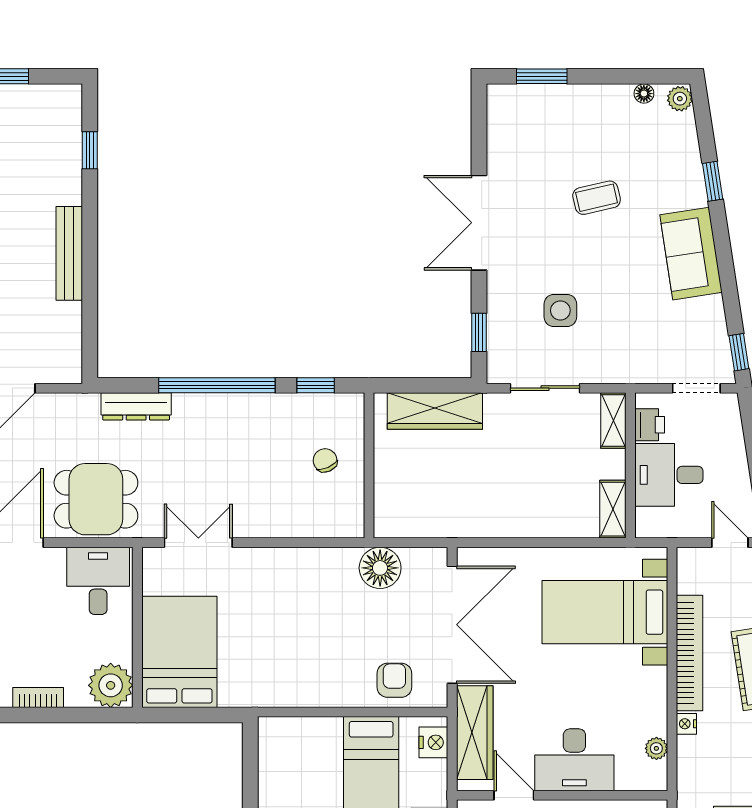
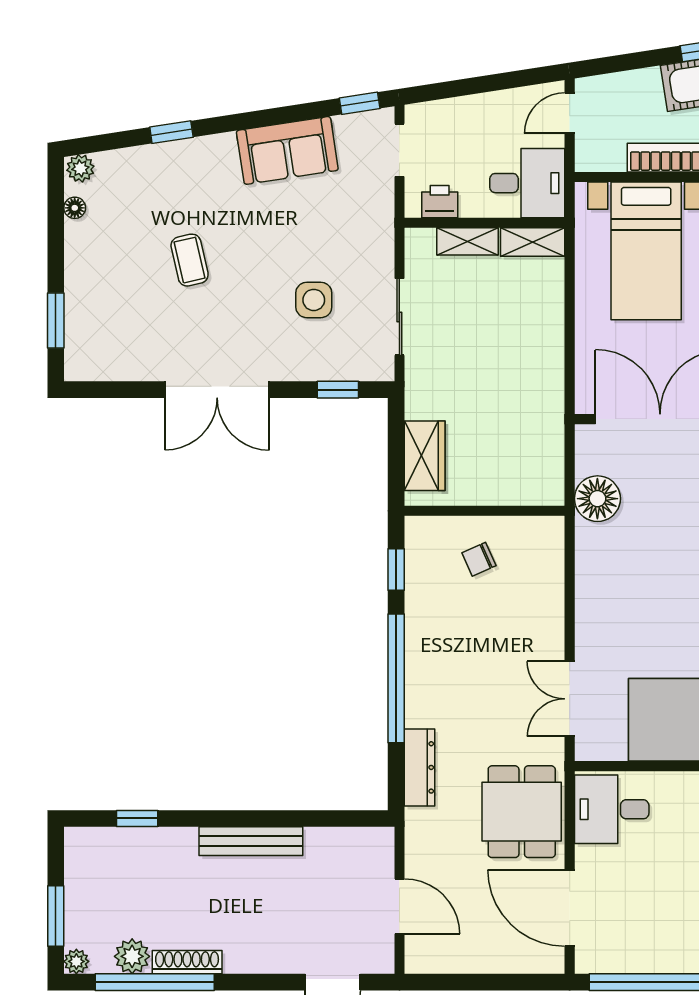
sofa: (691, 254) -> (287, 150), moved
wardrobe: (435, 411) -> (425, 456), width x0.67
shelving: (613, 421) -> (467, 241), moved
desk: (669, 475) -> (527, 183), moved, turned -90

